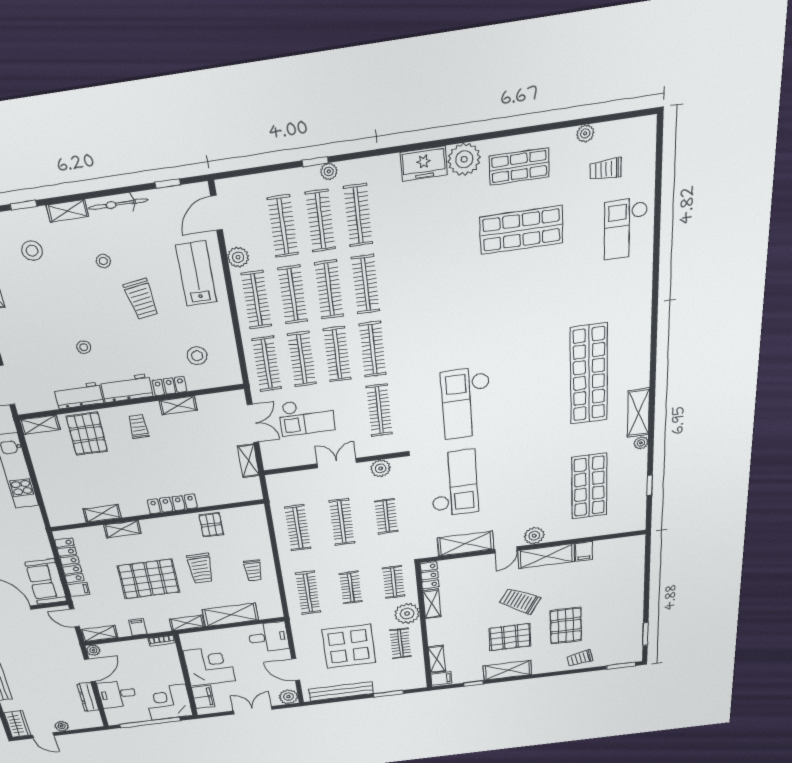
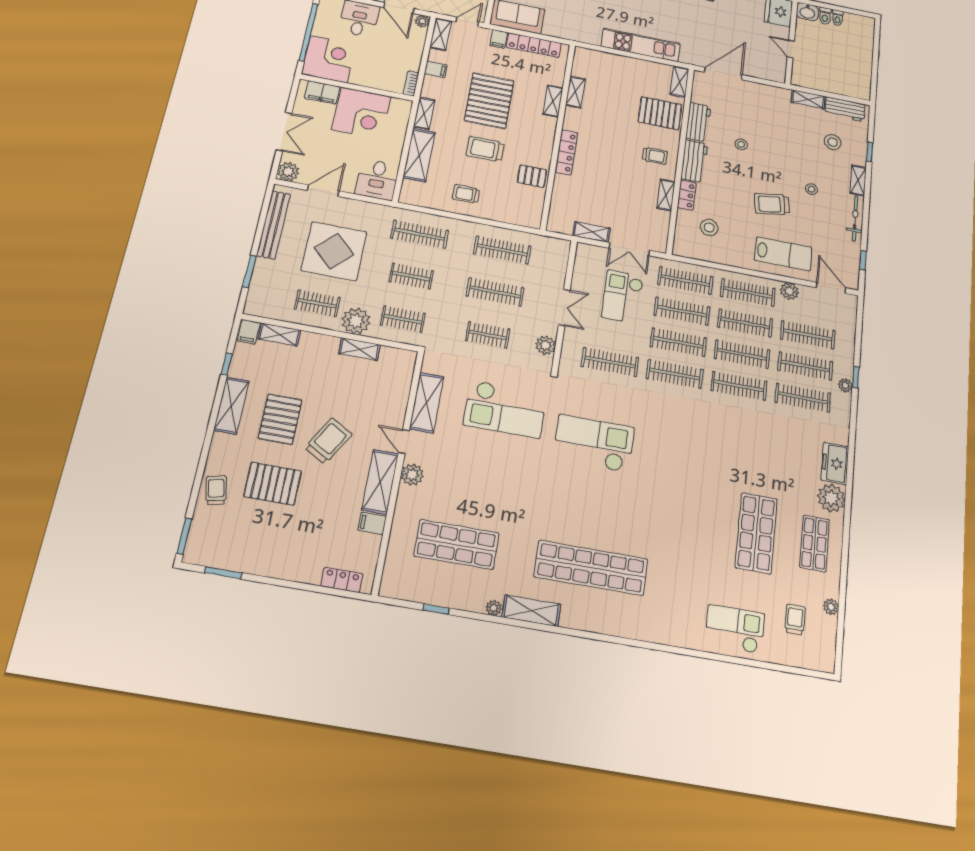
locker: (430, 575) -> (342, 580), moved, turned 180

